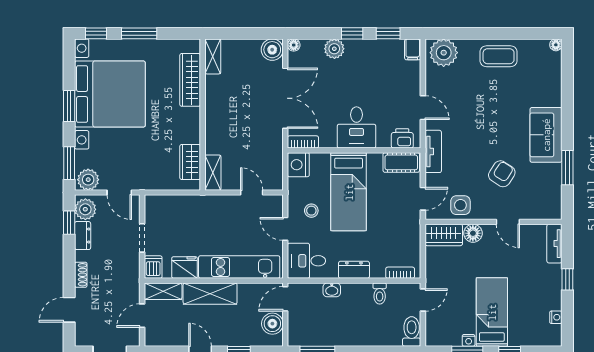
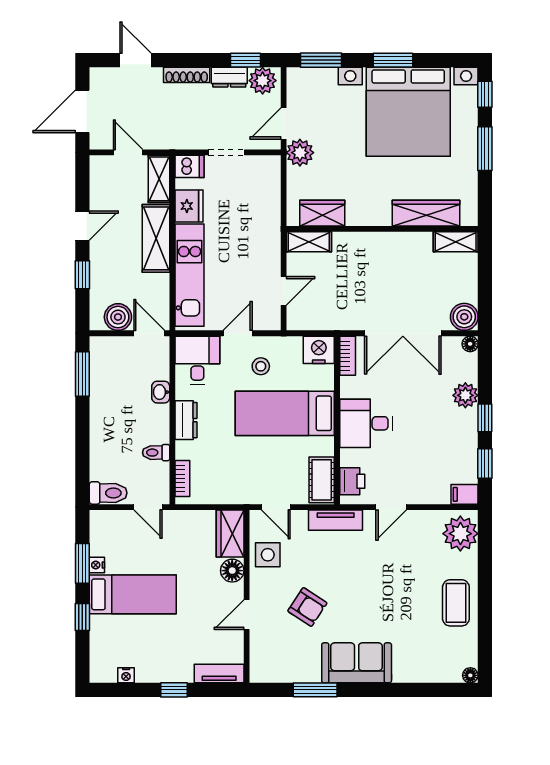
plant: (88, 180) -> (300, 153), moved
shoe rack: (81, 275) -> (187, 75), width x1.43

